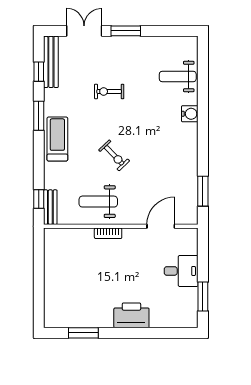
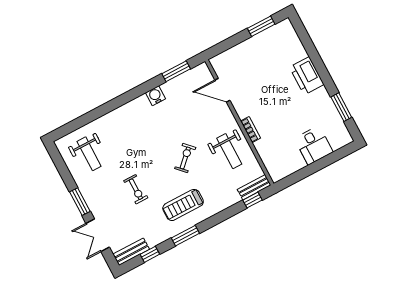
bench: (51, 62) -> (131, 252), width x0.73
weight bench: (178, 76) -> (89, 154), moved
water cooler: (190, 114) -> (155, 96), moved
treadmill: (57, 139) -> (183, 205), moved
desk: (181, 271) -> (314, 145), moved, turned 180

